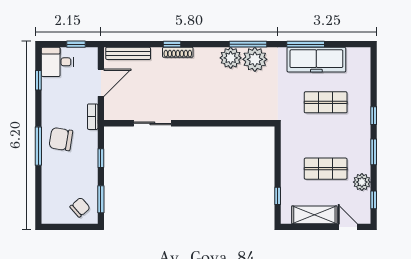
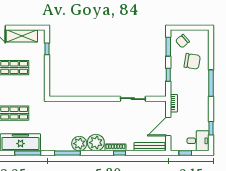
plant: (255, 59) -> (96, 143), moved
chair: (61, 139) -> (192, 61), moved

